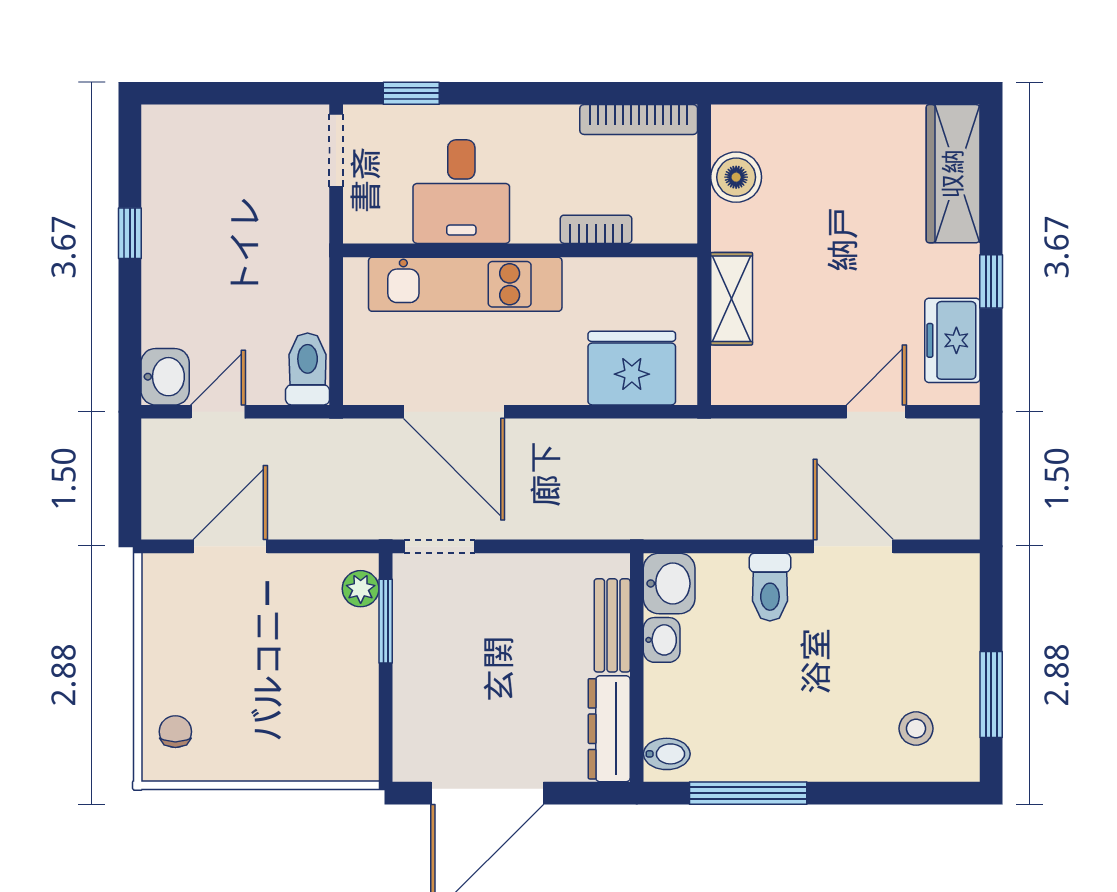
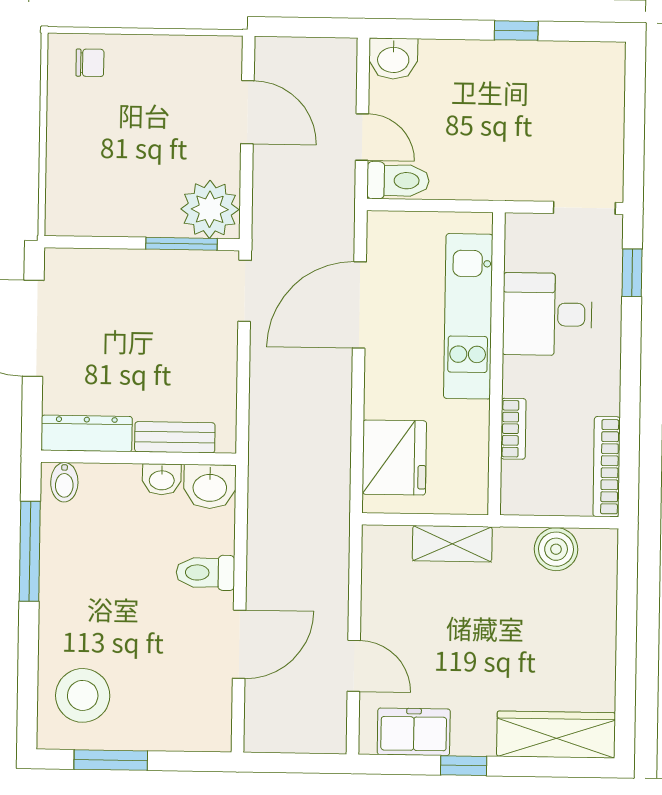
door: (218, 412) -> (362, 137), moved
plant: (361, 589) -> (210, 209), width x1.88, depth x1.88
stool: (916, 729) -> (83, 695), width x1.89, depth x1.89

